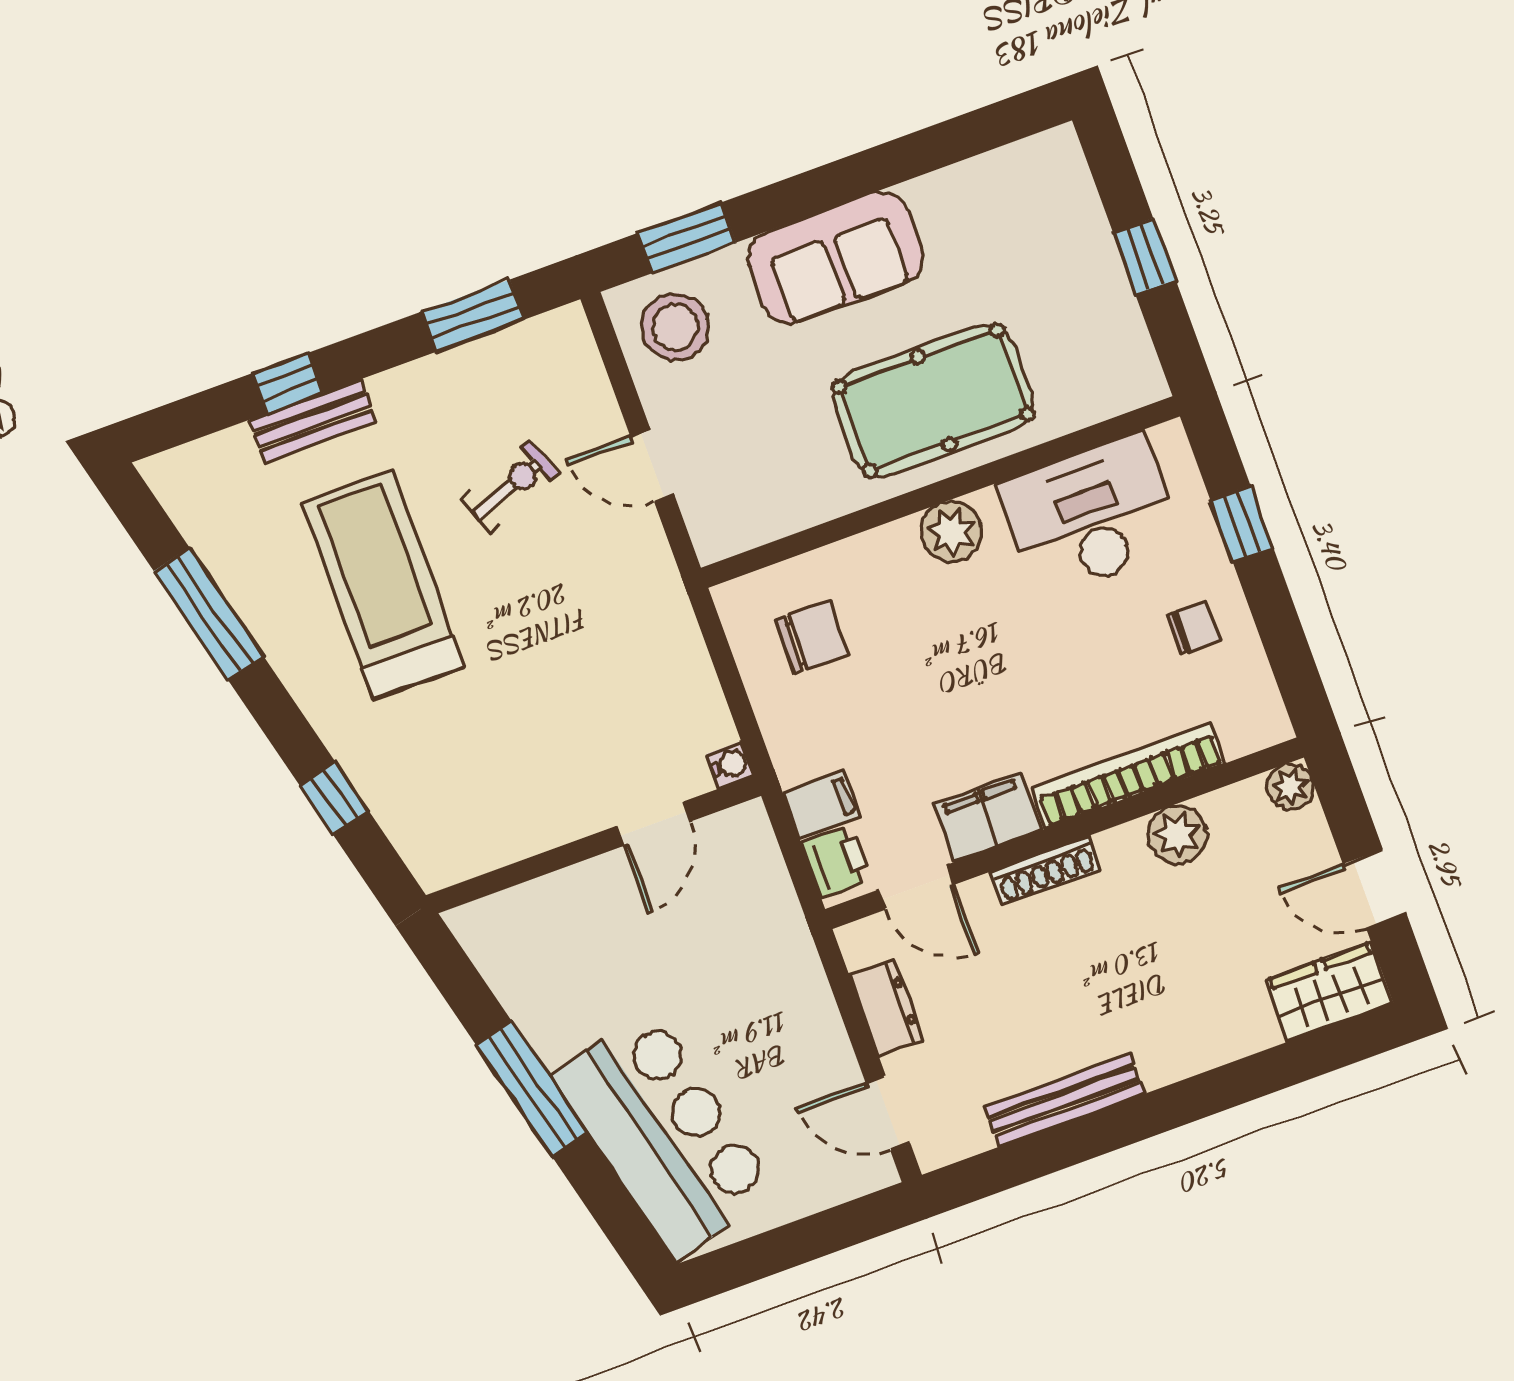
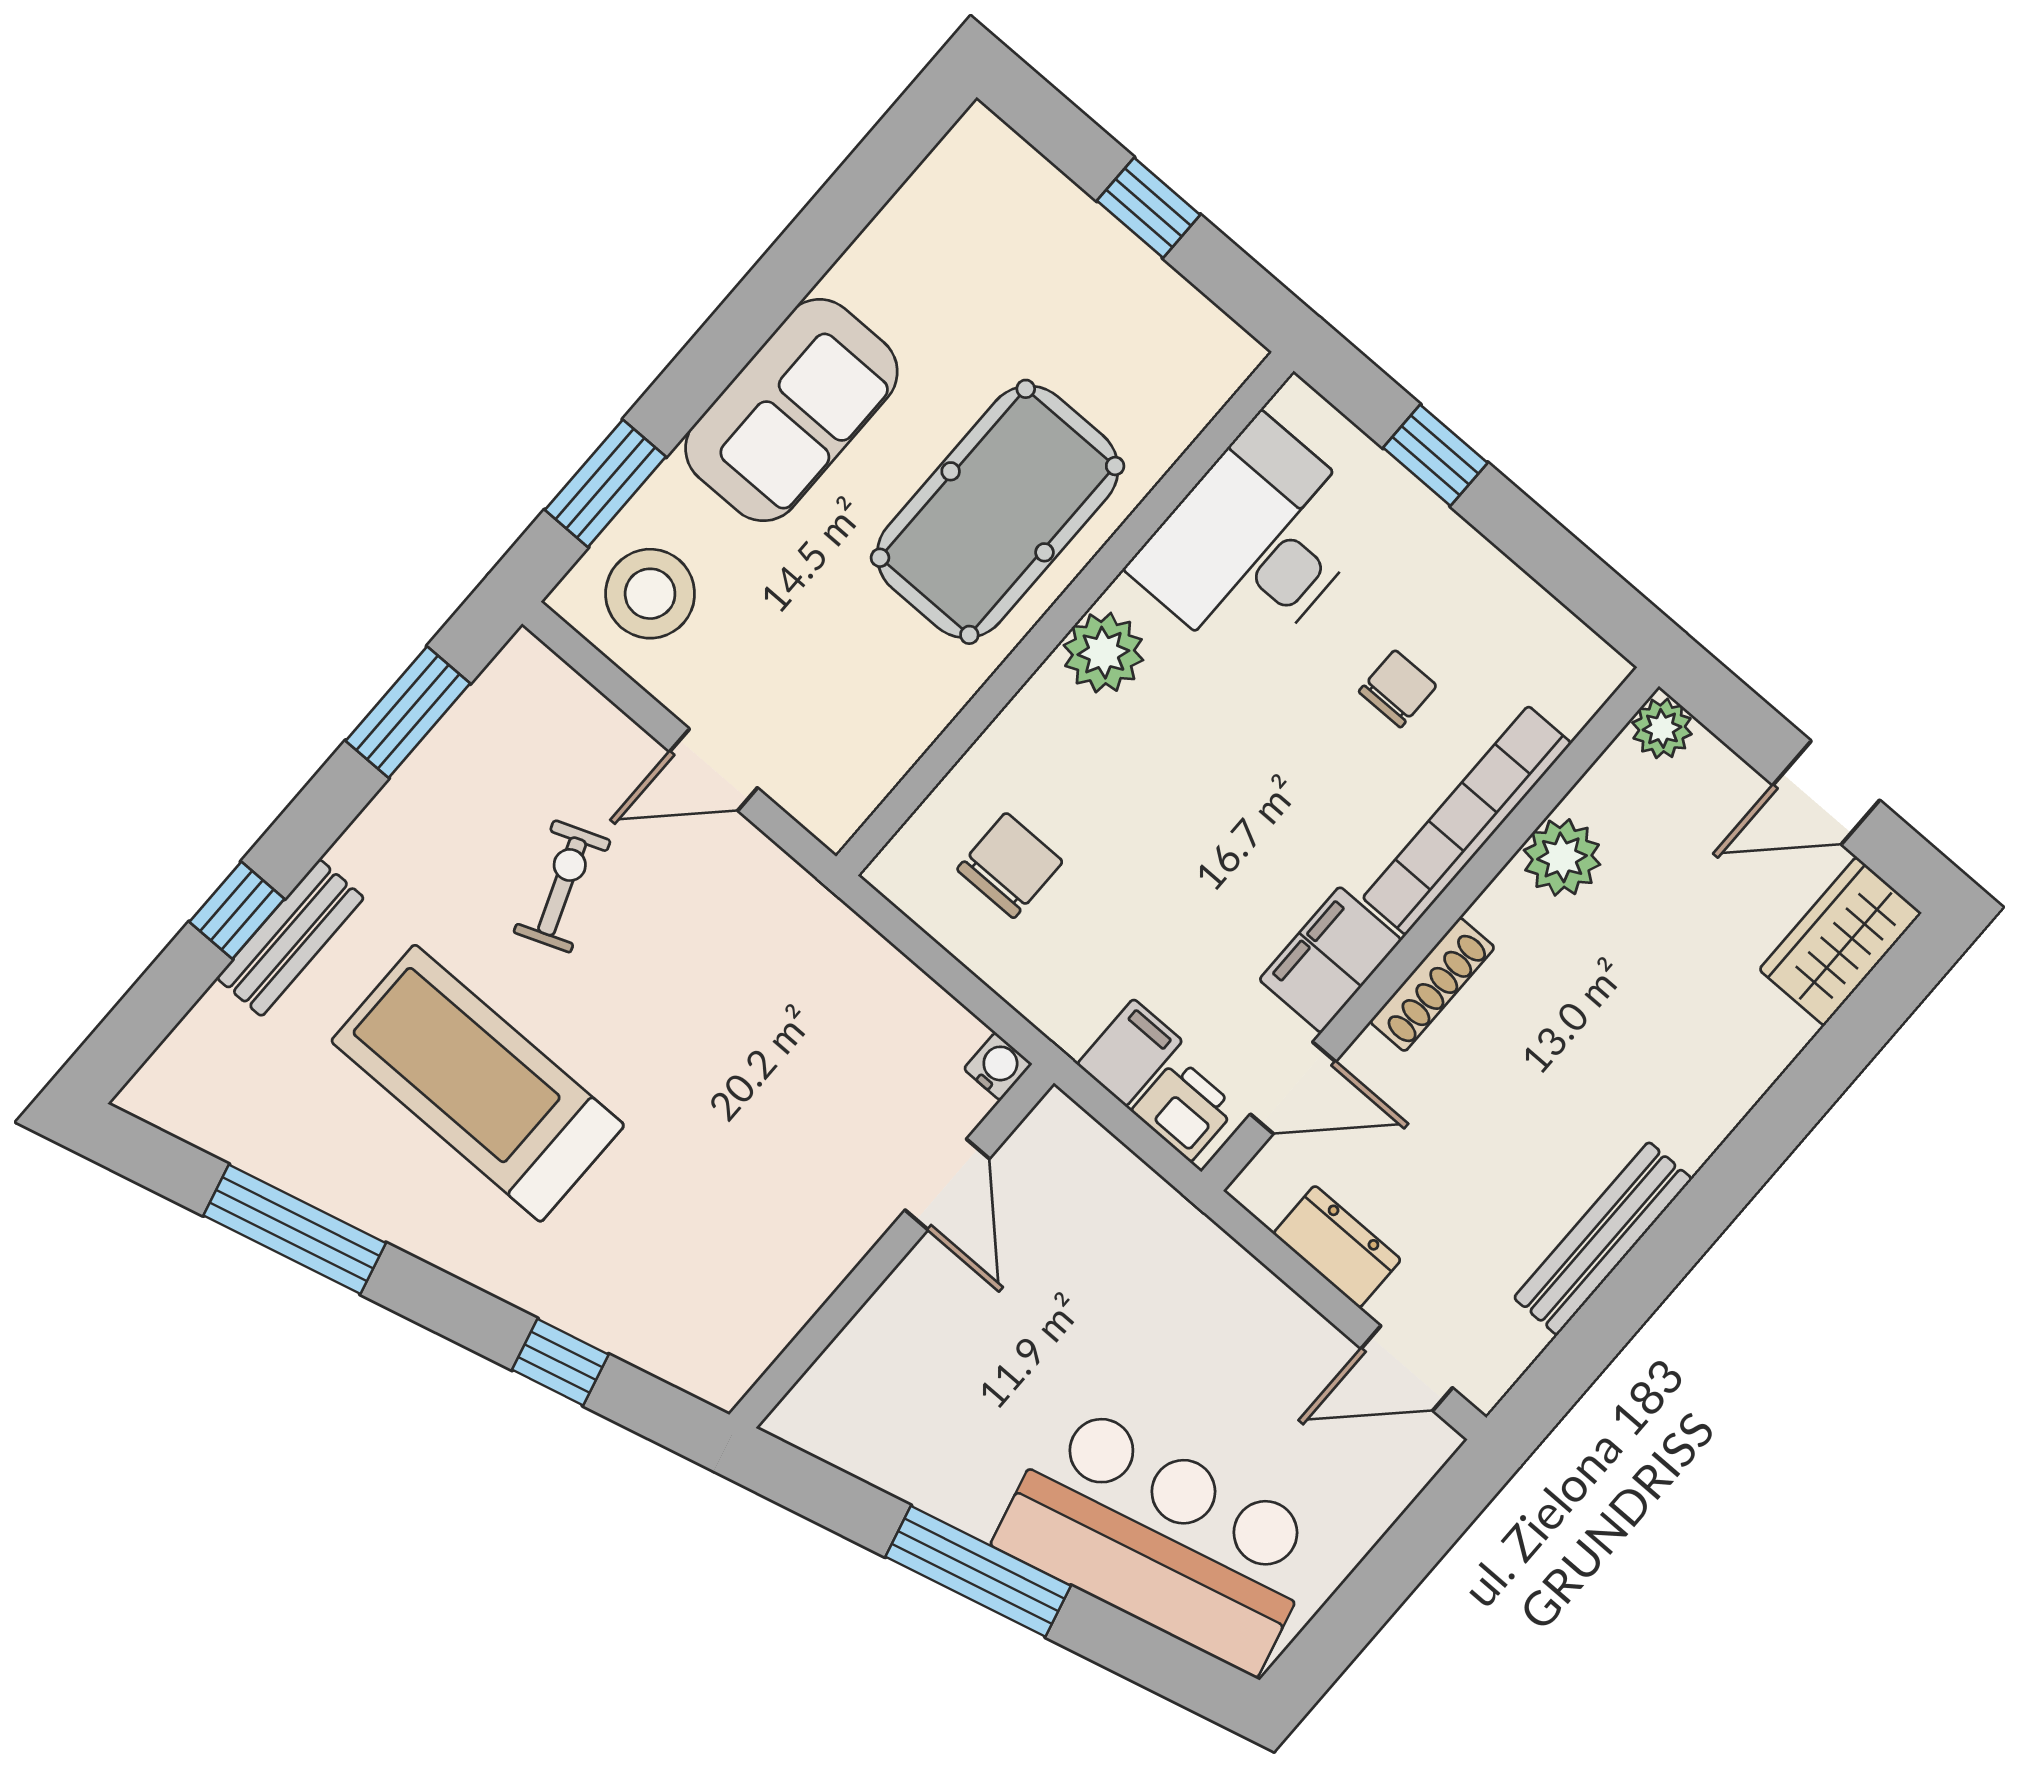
chair: (1193, 628) -> (1398, 689), moved

